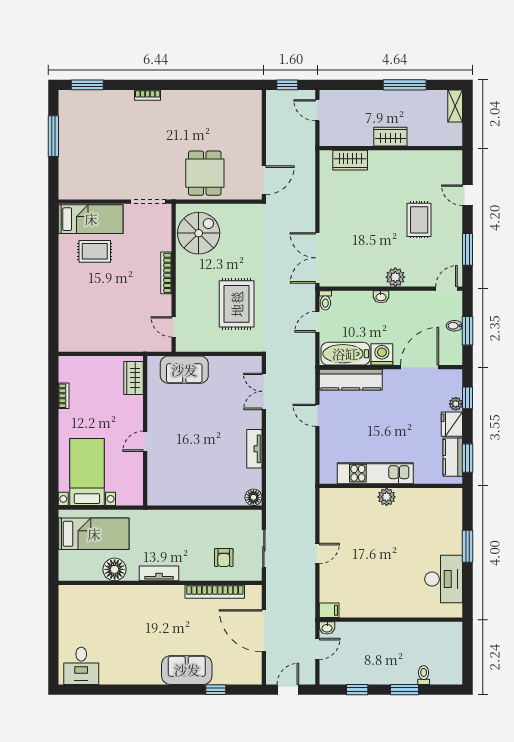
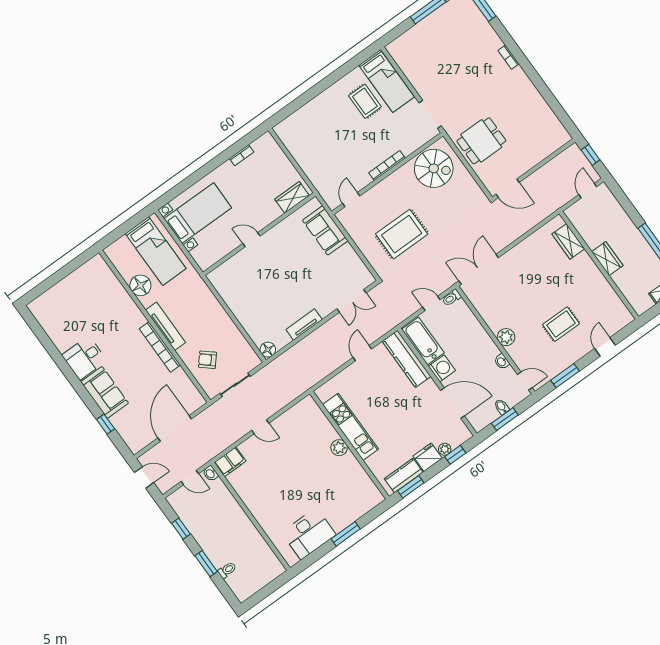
washbasin: (381, 297) -> (502, 362), moved
double door: (264, 391) -> (351, 301), swing flipped
armchair: (224, 557) -> (207, 360), turned 41
tv unit: (159, 573) -> (165, 326), width x1.41
bookcase: (215, 592) -> (160, 347), moved
filing cabinet: (329, 610) -> (230, 462), width x2.00
desk: (81, 666) -> (84, 358), moved

